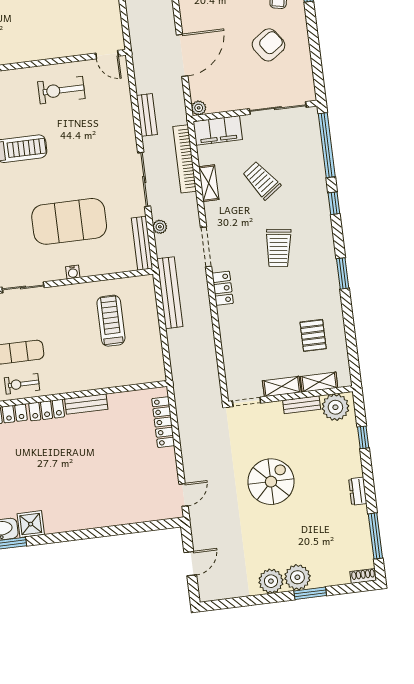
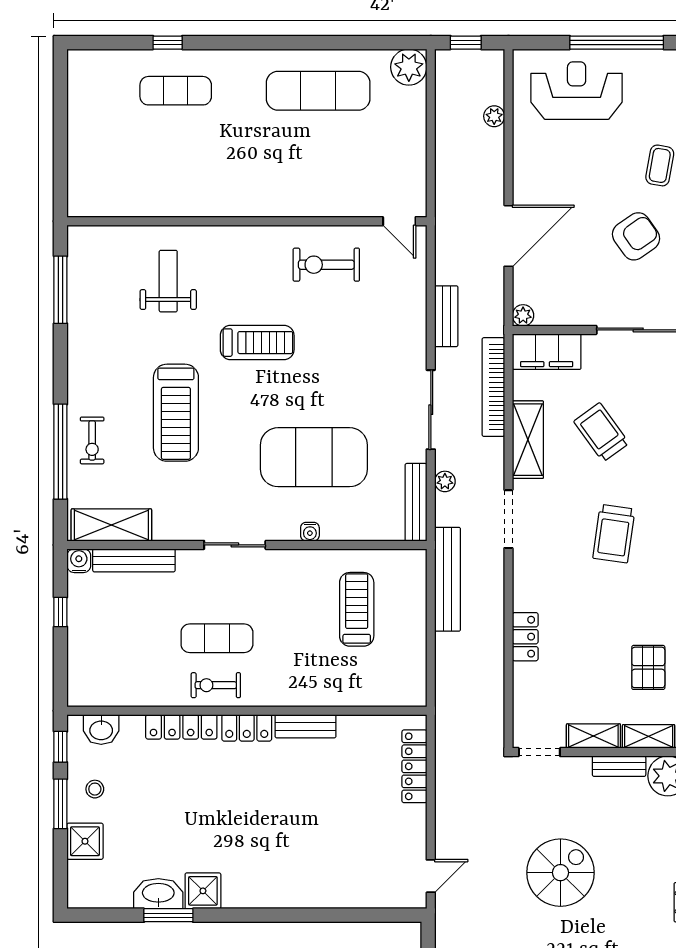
shelving: (209, 183) -> (528, 440), width x1.50, depth x1.33
locker: (223, 288) -> (525, 637), moved

